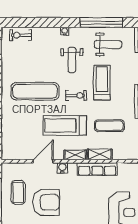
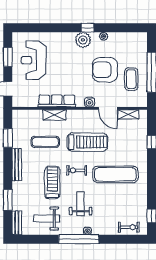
window: (101, 23) -> (79, 239), moved
treadmill: (102, 83) -> (52, 183), turned 180
shelving: (75, 155) -> (128, 114), moved
door: (43, 161) -> (108, 108), hinge flipped

